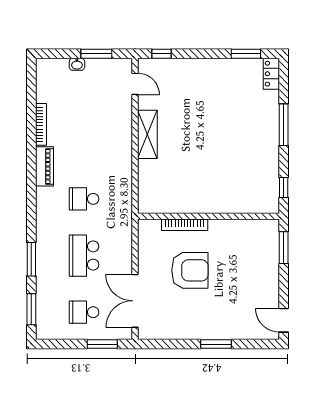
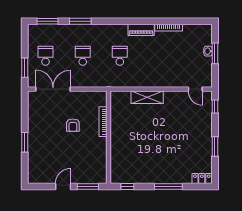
window: (96, 54) -> (215, 53), moved
window: (246, 54) -> (215, 146), moved
door: (135, 84) -> (195, 89), hinge flipped
shelving: (147, 134) -> (147, 97), moved
school desk: (84, 256) -> (83, 56), width x0.54
armchair: (190, 270) -> (73, 125), width x0.53, depth x0.53
door: (284, 320) -> (63, 187), moved

